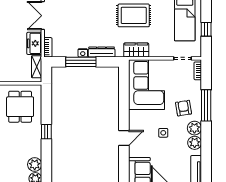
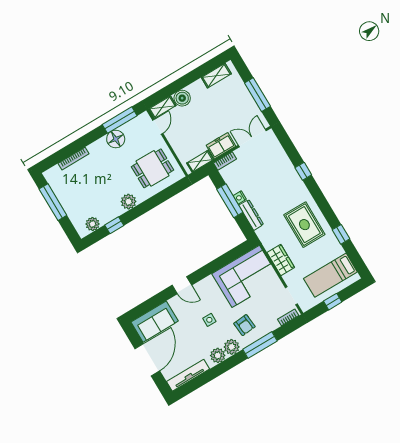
wardrobe: (136, 50) -> (281, 260), moved
armchair: (184, 108) -> (244, 325), turned 94
window: (46, 132) -> (114, 225), moved
plant: (35, 165) -> (128, 202), moved

